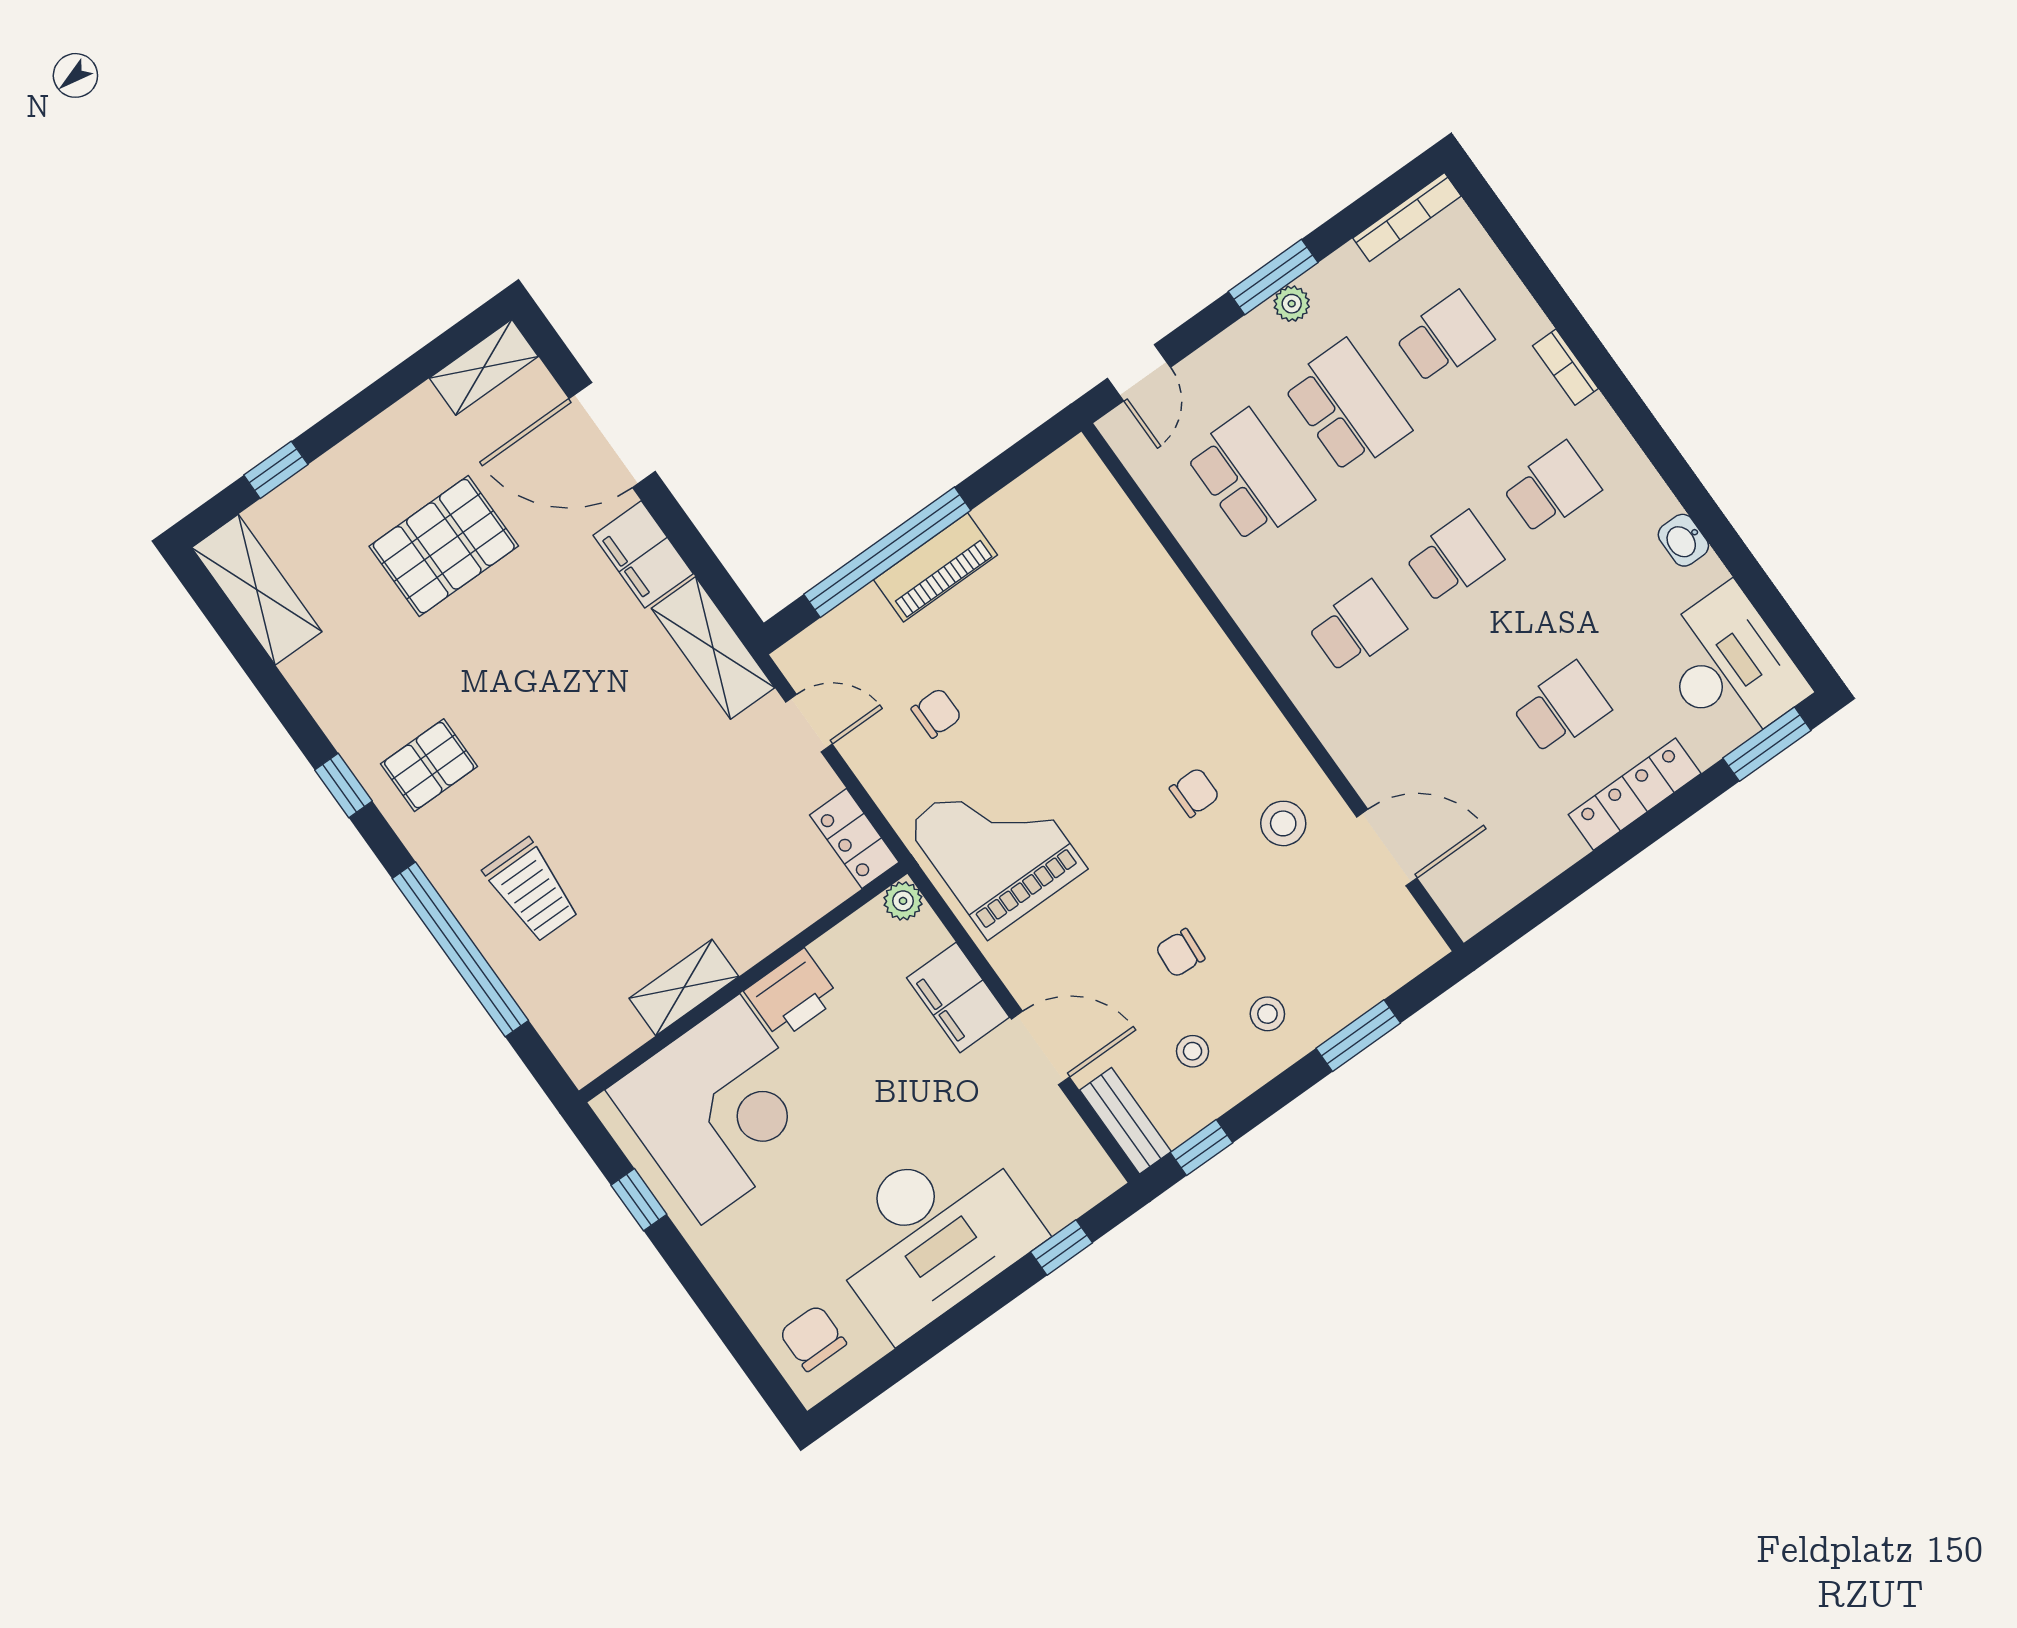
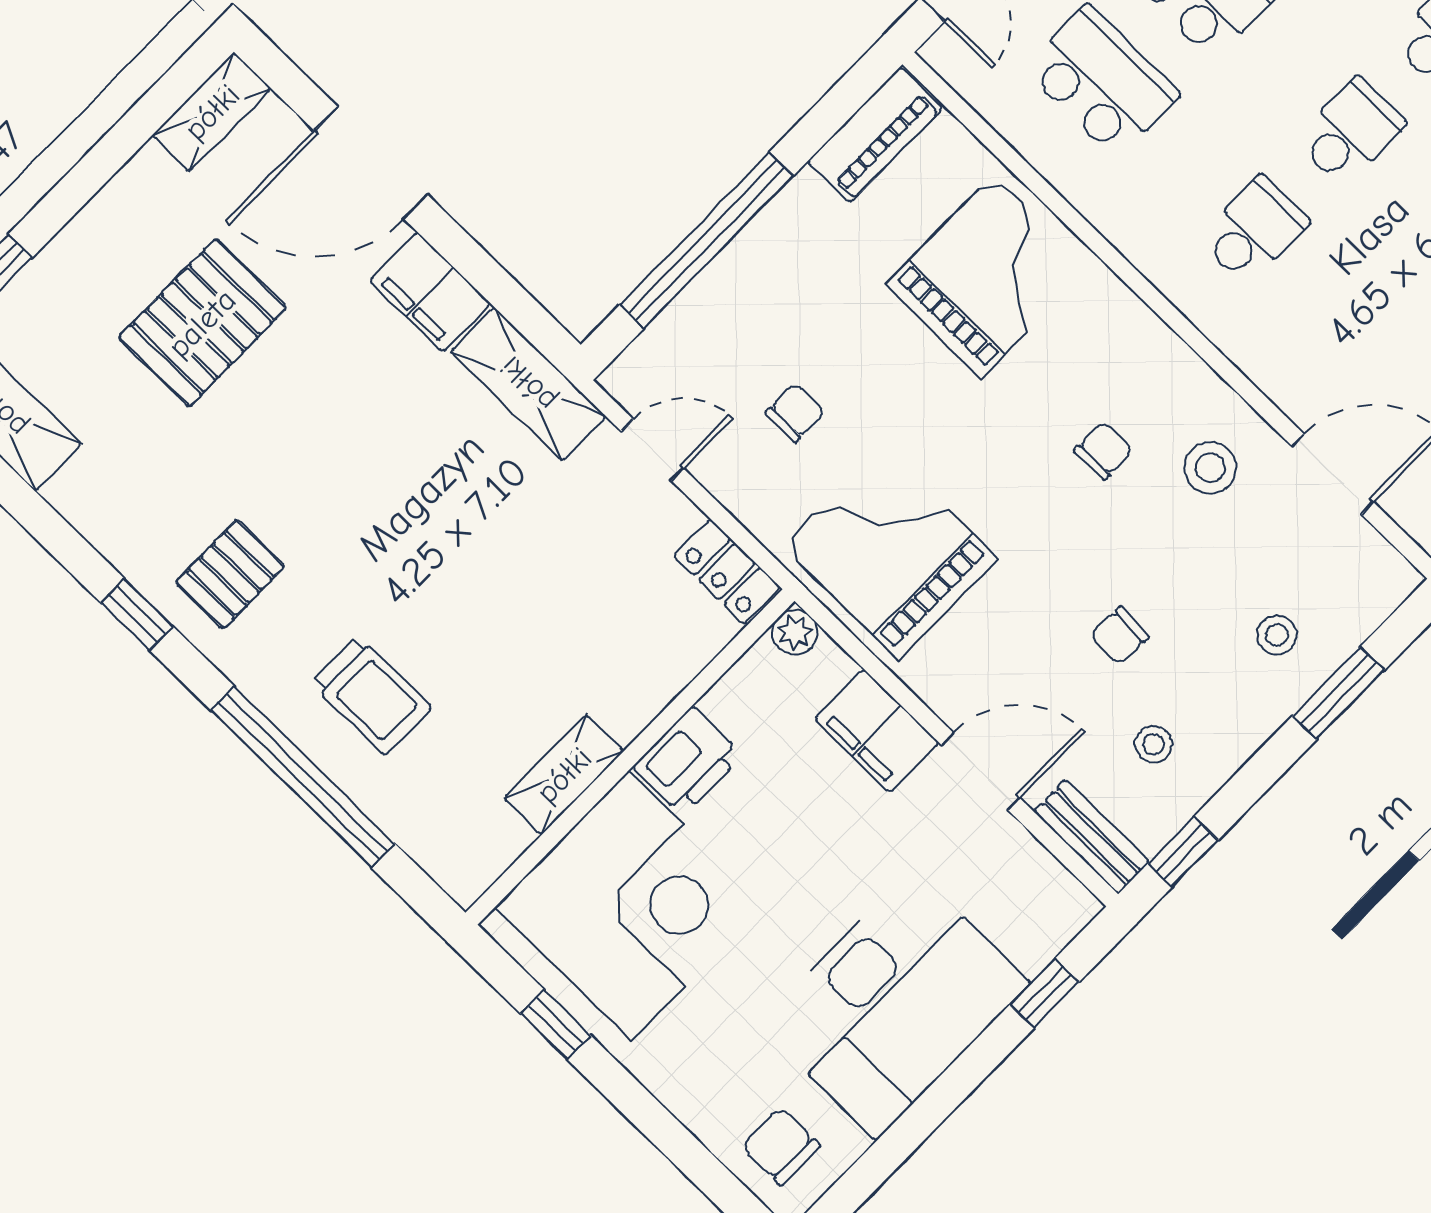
piano: (936, 567) -> (875, 135), moved
grand piano: (1122, 626) -> (987, 276), added
stool: (1267, 1014) -> (1277, 635), moved

